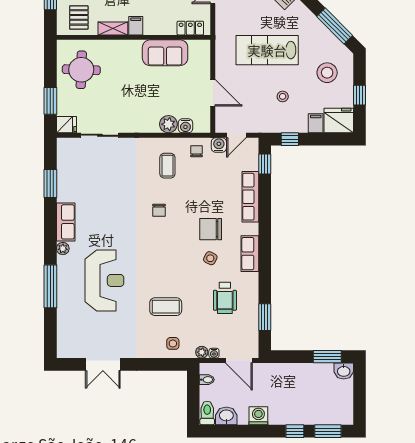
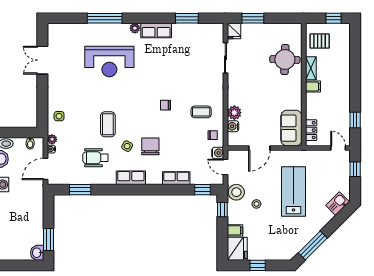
sofa: (165, 53) -> (291, 128), moved
round table: (81, 70) -> (285, 60), moved
stool: (327, 73) -> (236, 192), moved
row of seats: (250, 197) -> (176, 178), width x0.68
coffee table: (166, 307) -> (108, 124), moved

